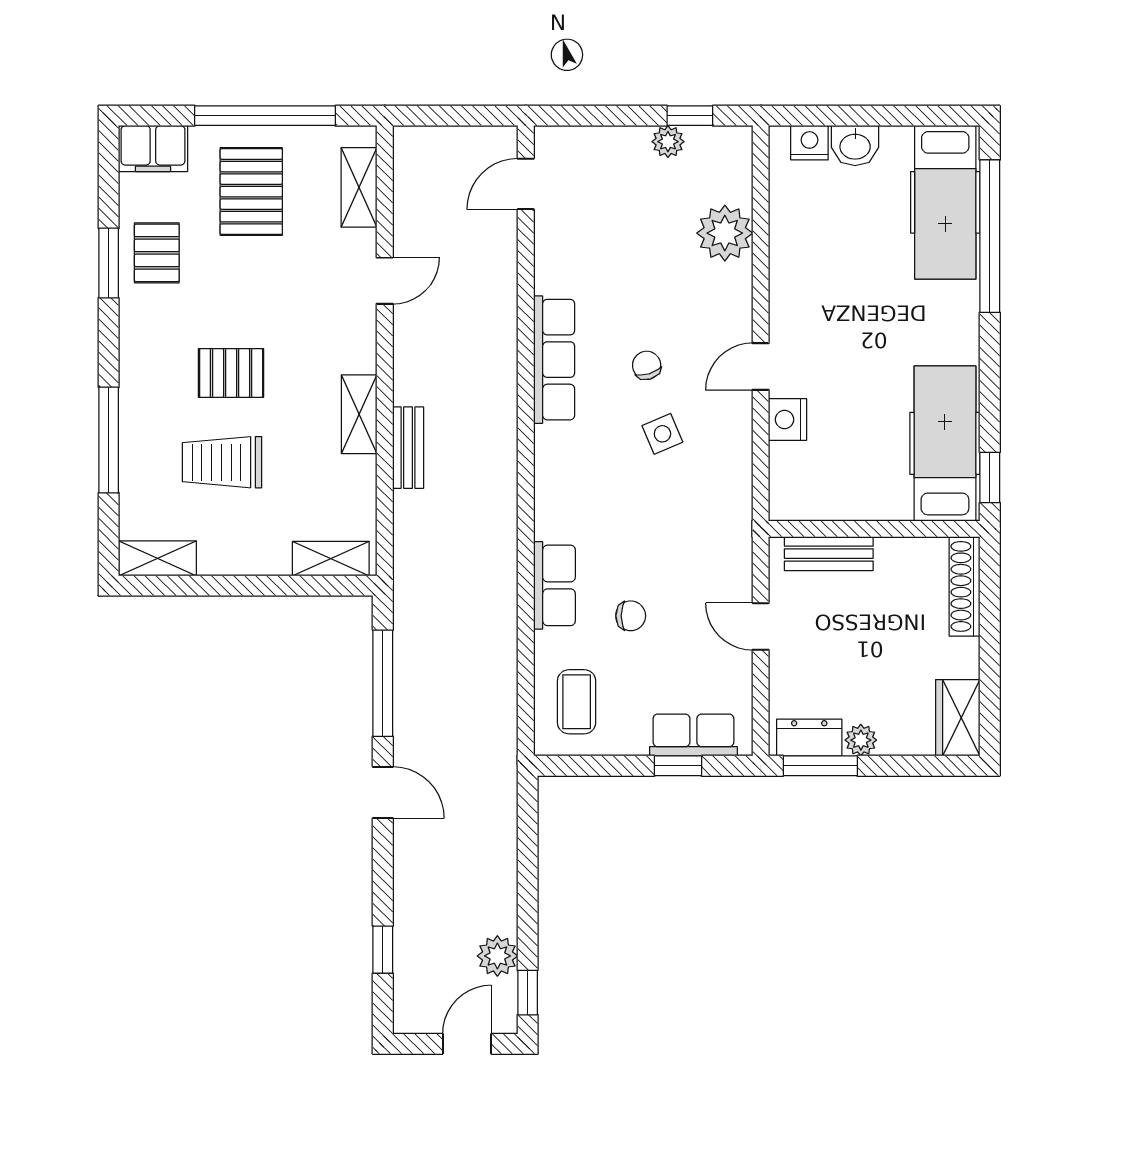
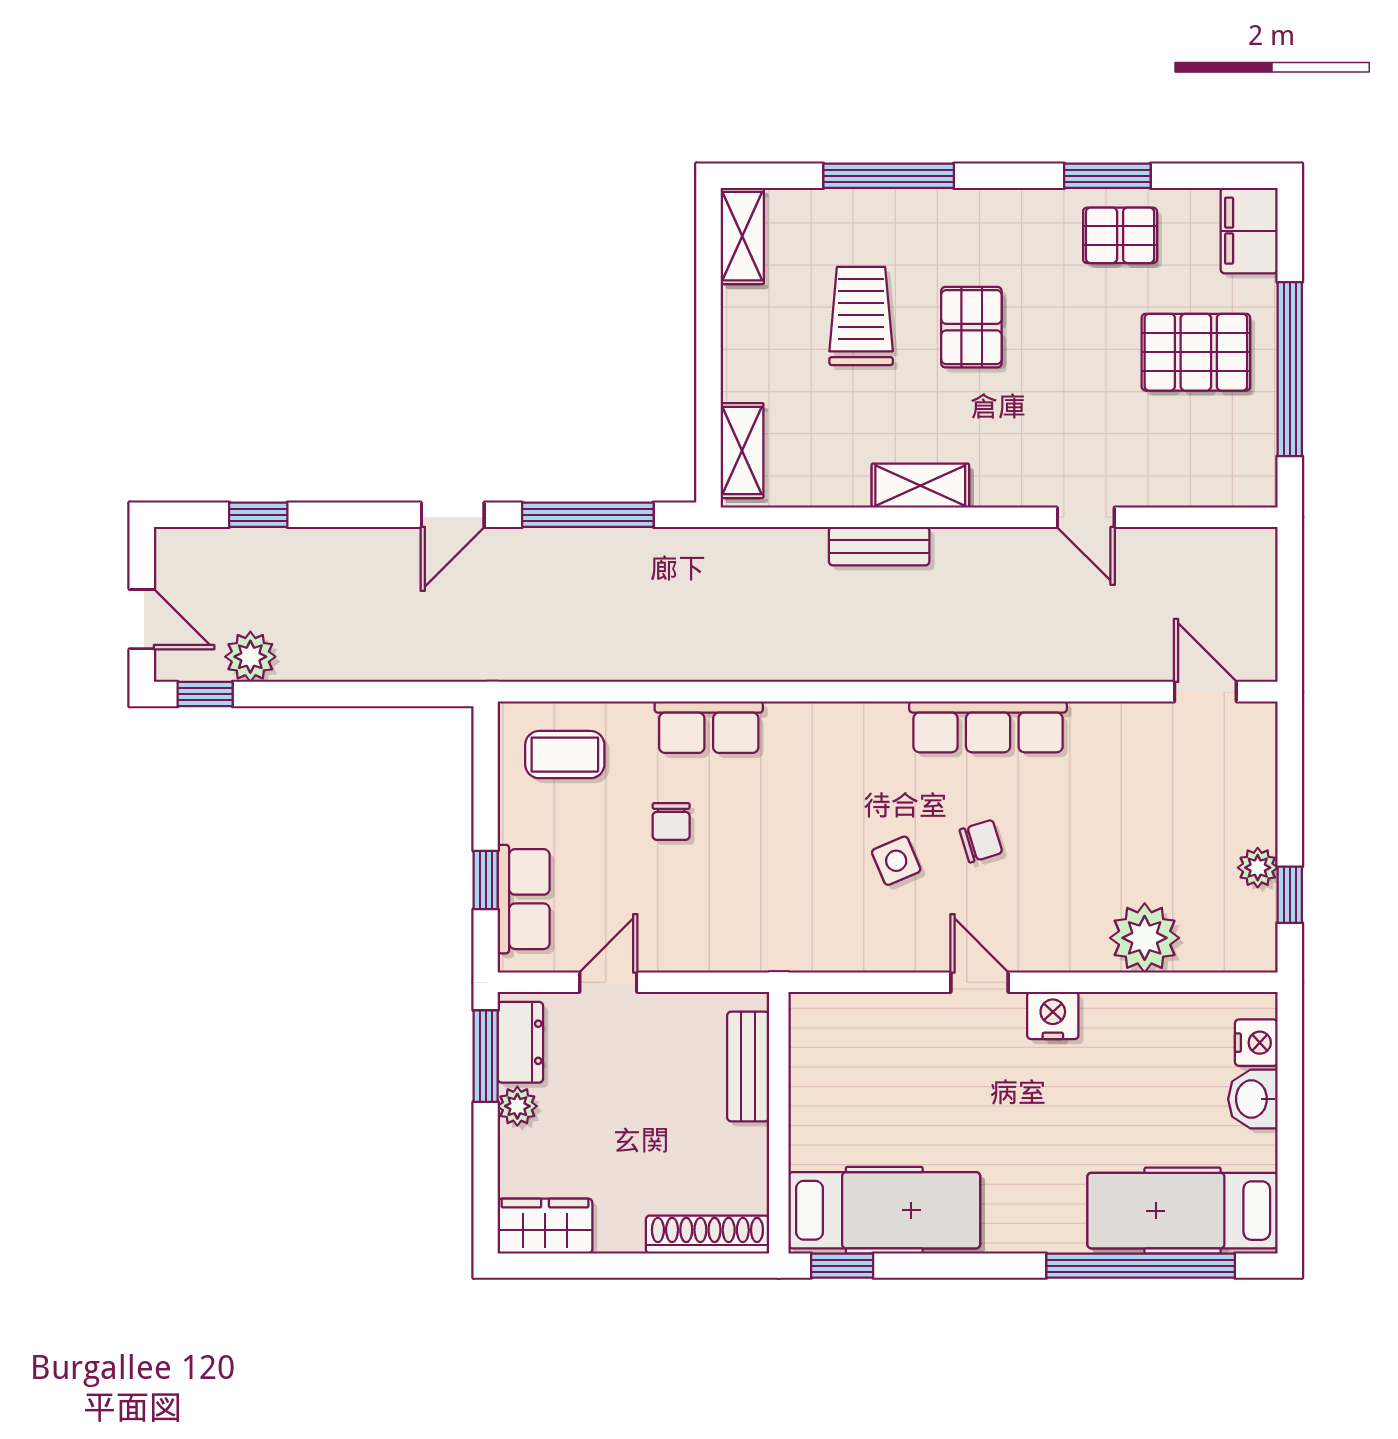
shelving: (359, 187) -> (1201, 485), removed
nightstand: (788, 419) -> (1053, 1016), moved
door: (761, 626) -> (608, 982), moved

